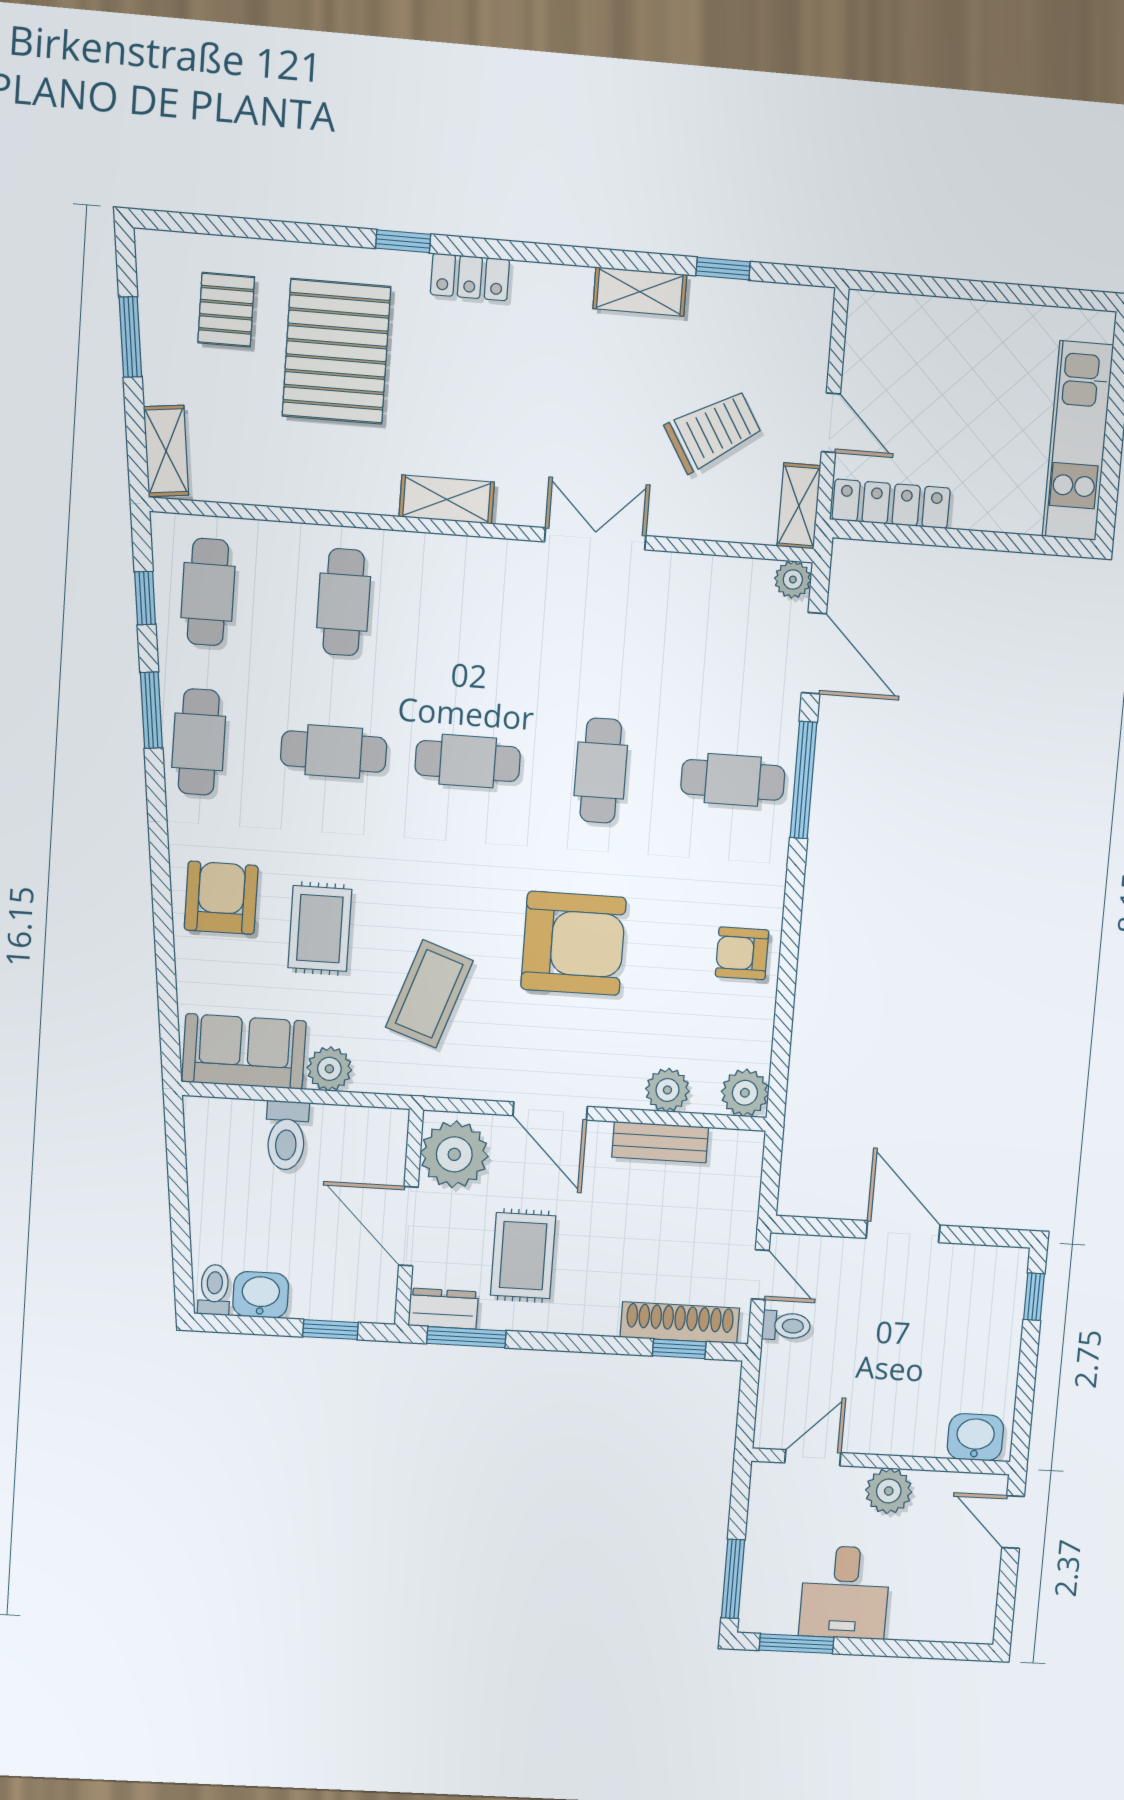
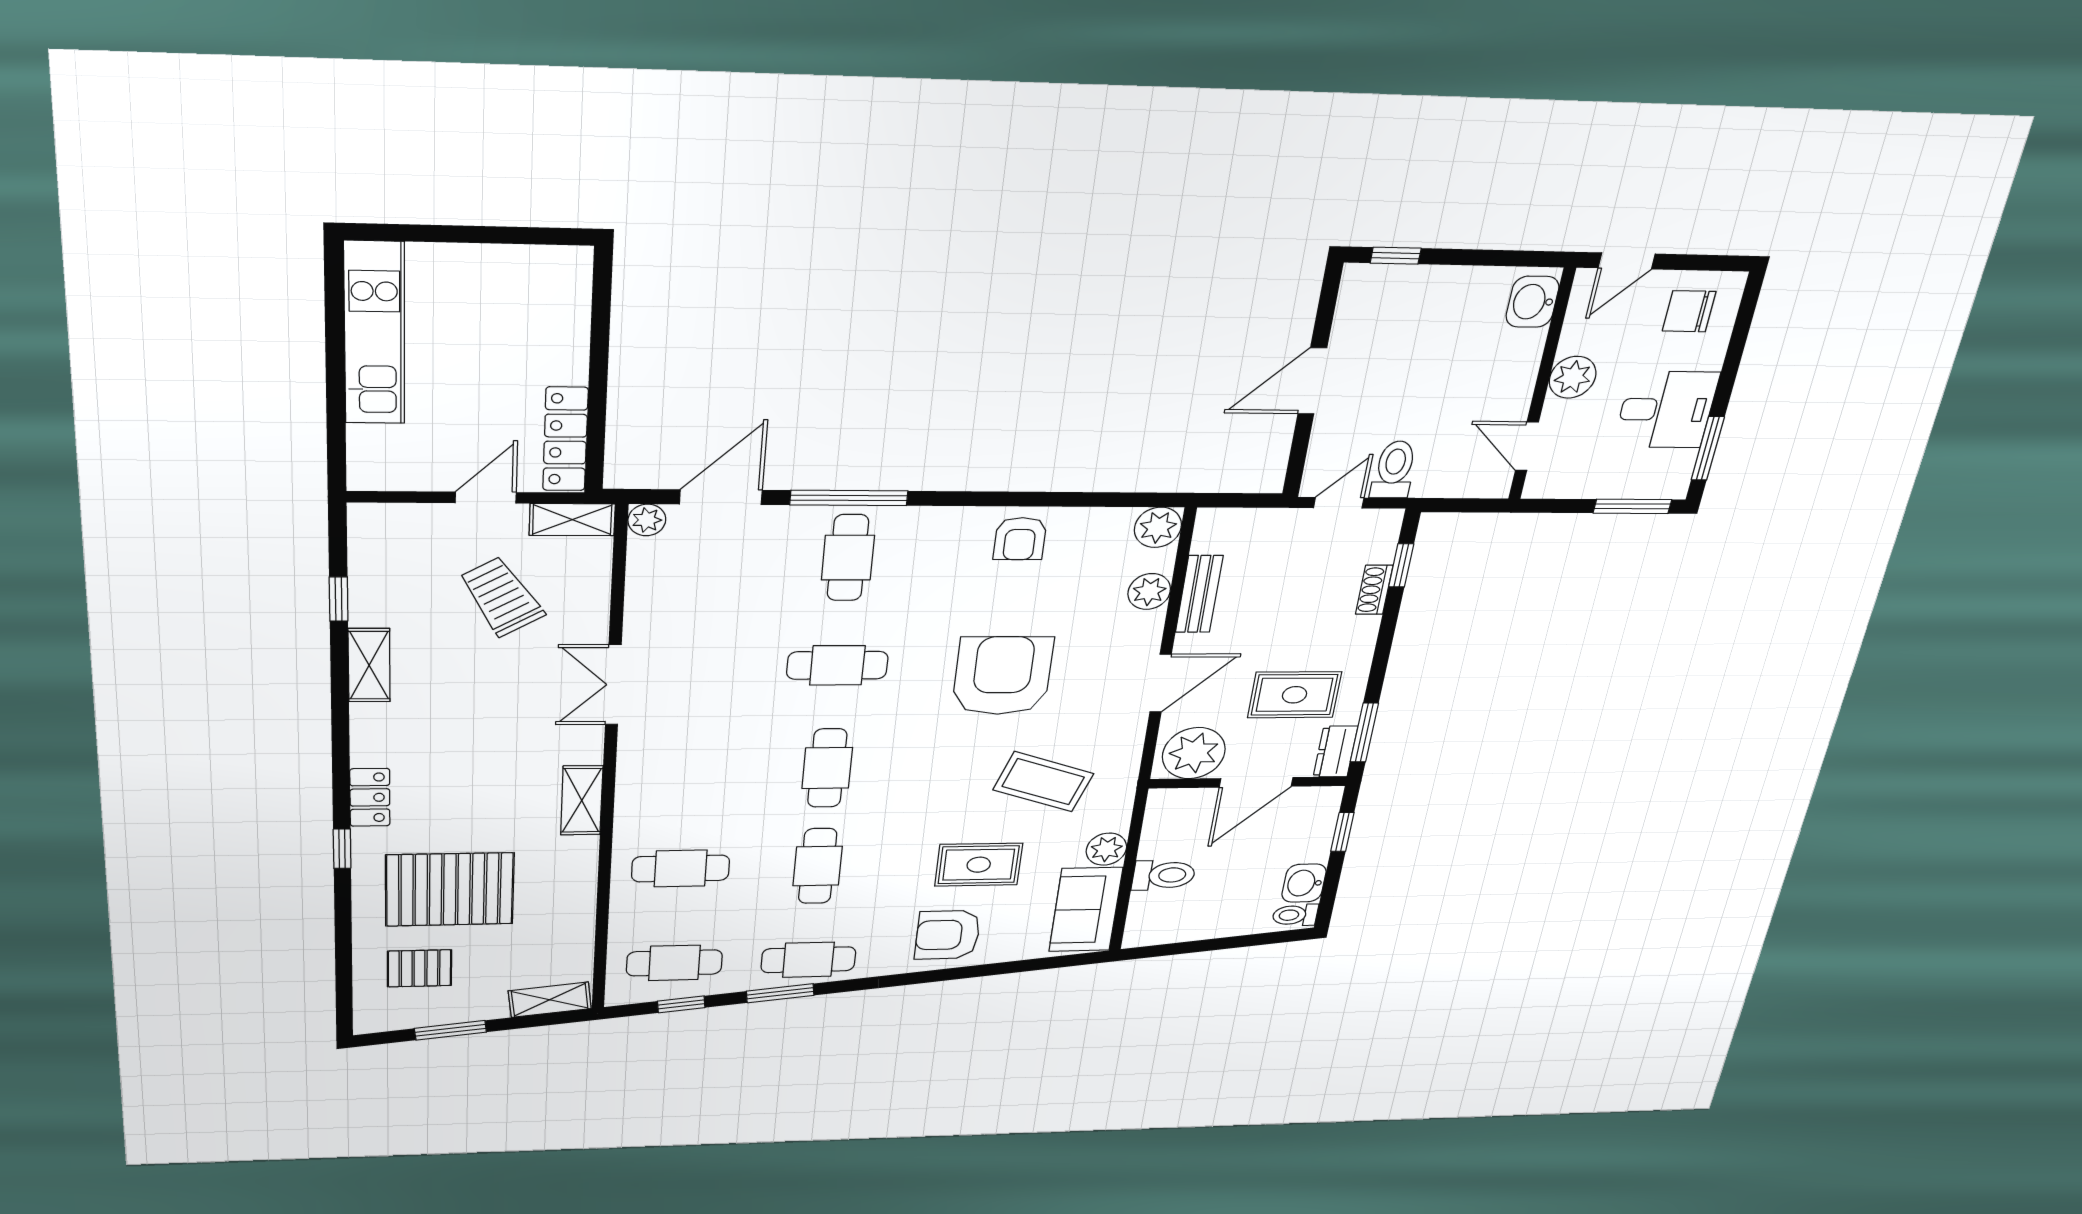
kitchen unit: (1078, 441) -> (374, 333), moved, turned -90
shoe rack: (680, 1323) -> (1374, 590), width x0.51, depth x0.81
toilet: (786, 1326) -> (1394, 470), width x1.37, depth x1.39
chair: (954, 1594) -> (1689, 311), added

